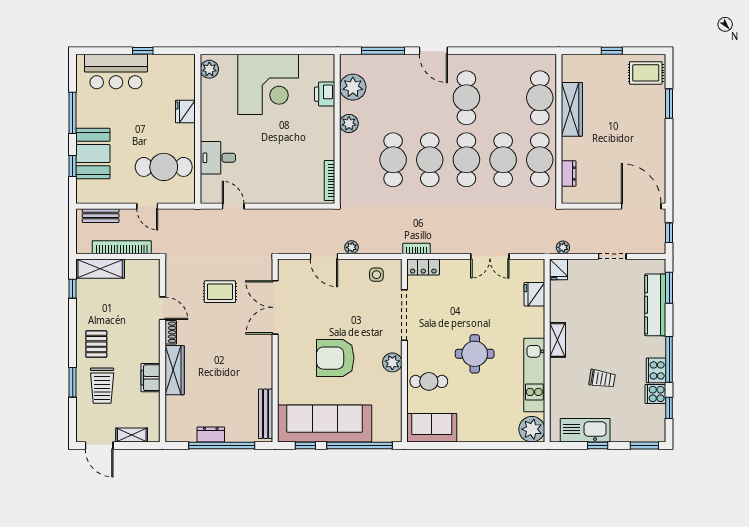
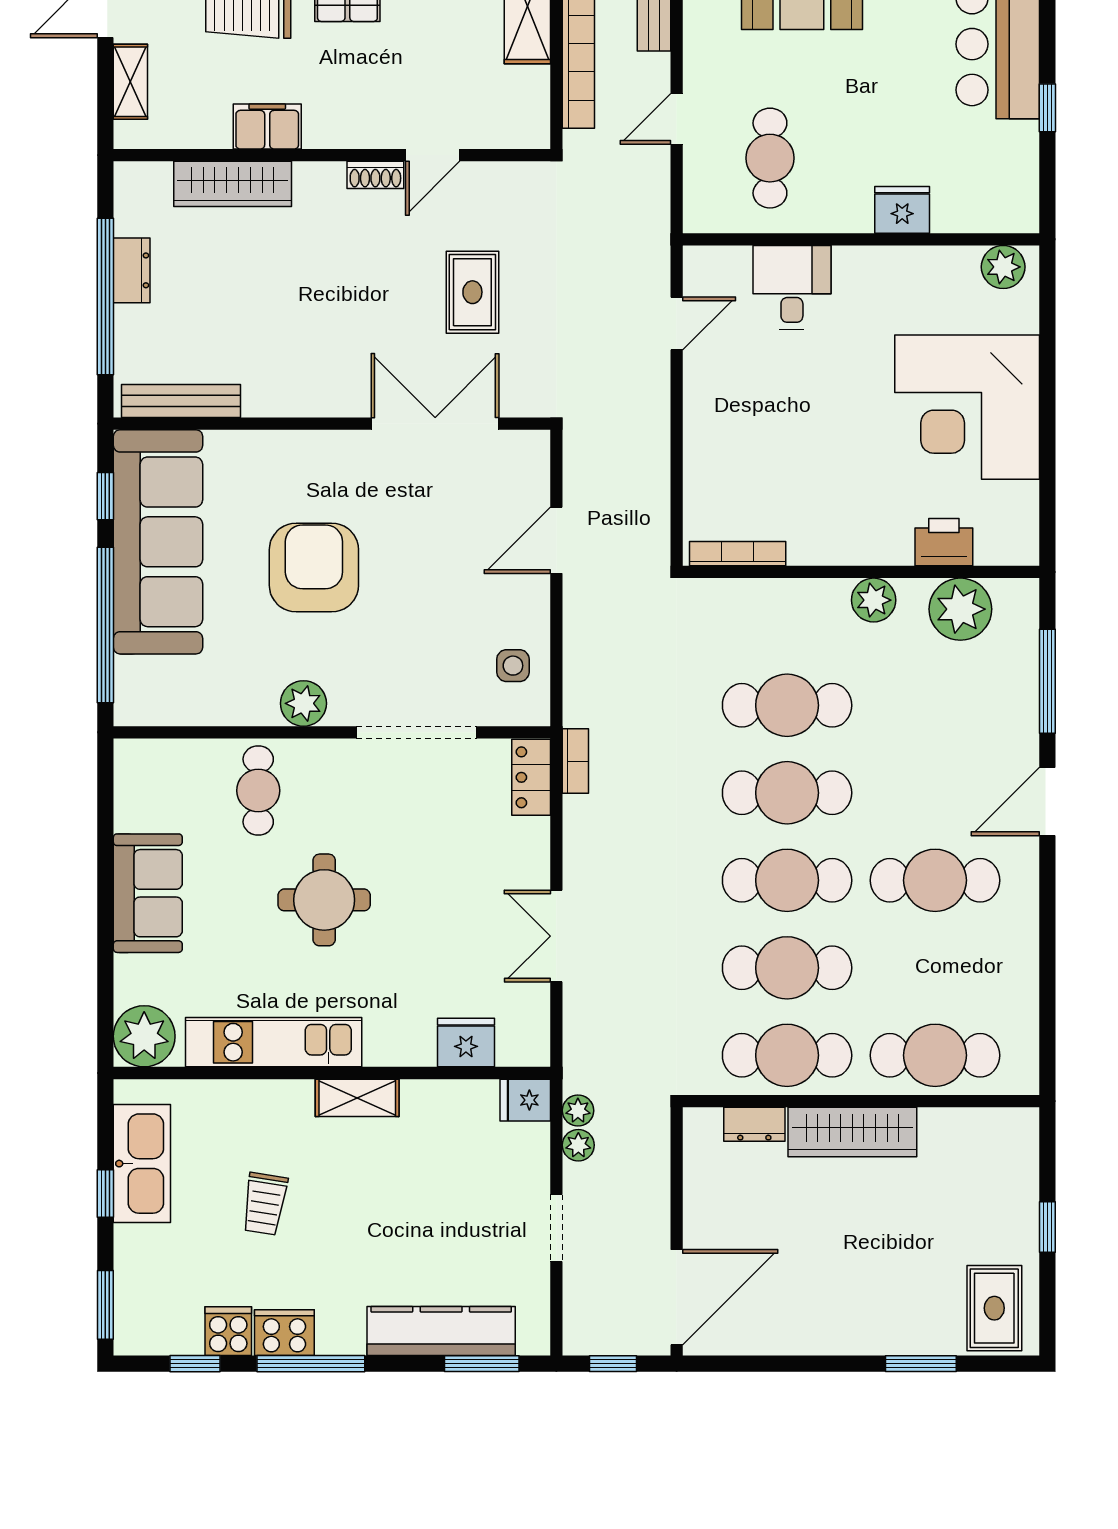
wardrobe: (572, 109) -> (852, 1132), moved
cafe table: (164, 167) -> (770, 158), width x0.73, depth x0.74
plant: (351, 247) -> (578, 1145), moved
wardrobe: (175, 370) -> (233, 184), moved
sofa: (432, 428) -> (148, 893), moved

